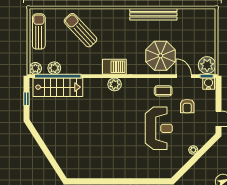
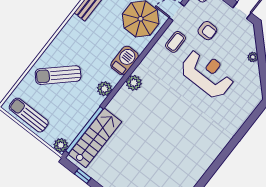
barbecue: (114, 67) -> (125, 60), moved
plant: (54, 68) -> (104, 89), moved

